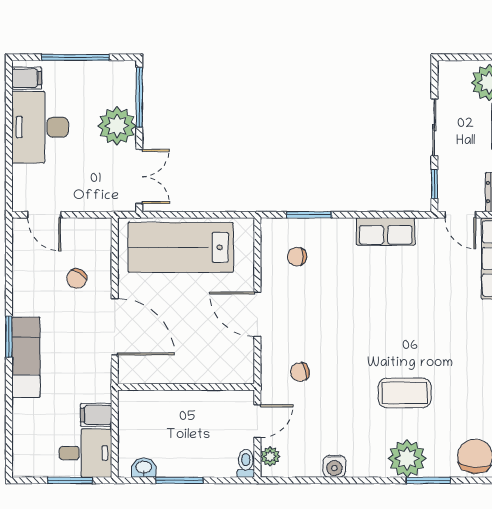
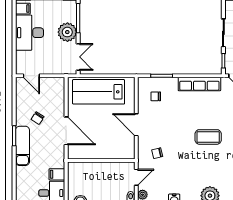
row of seats: (386, 232) -> (199, 84), width x1.48
chair: (77, 279) -> (38, 118), moved
coffee table: (405, 393) -> (208, 137), moved

